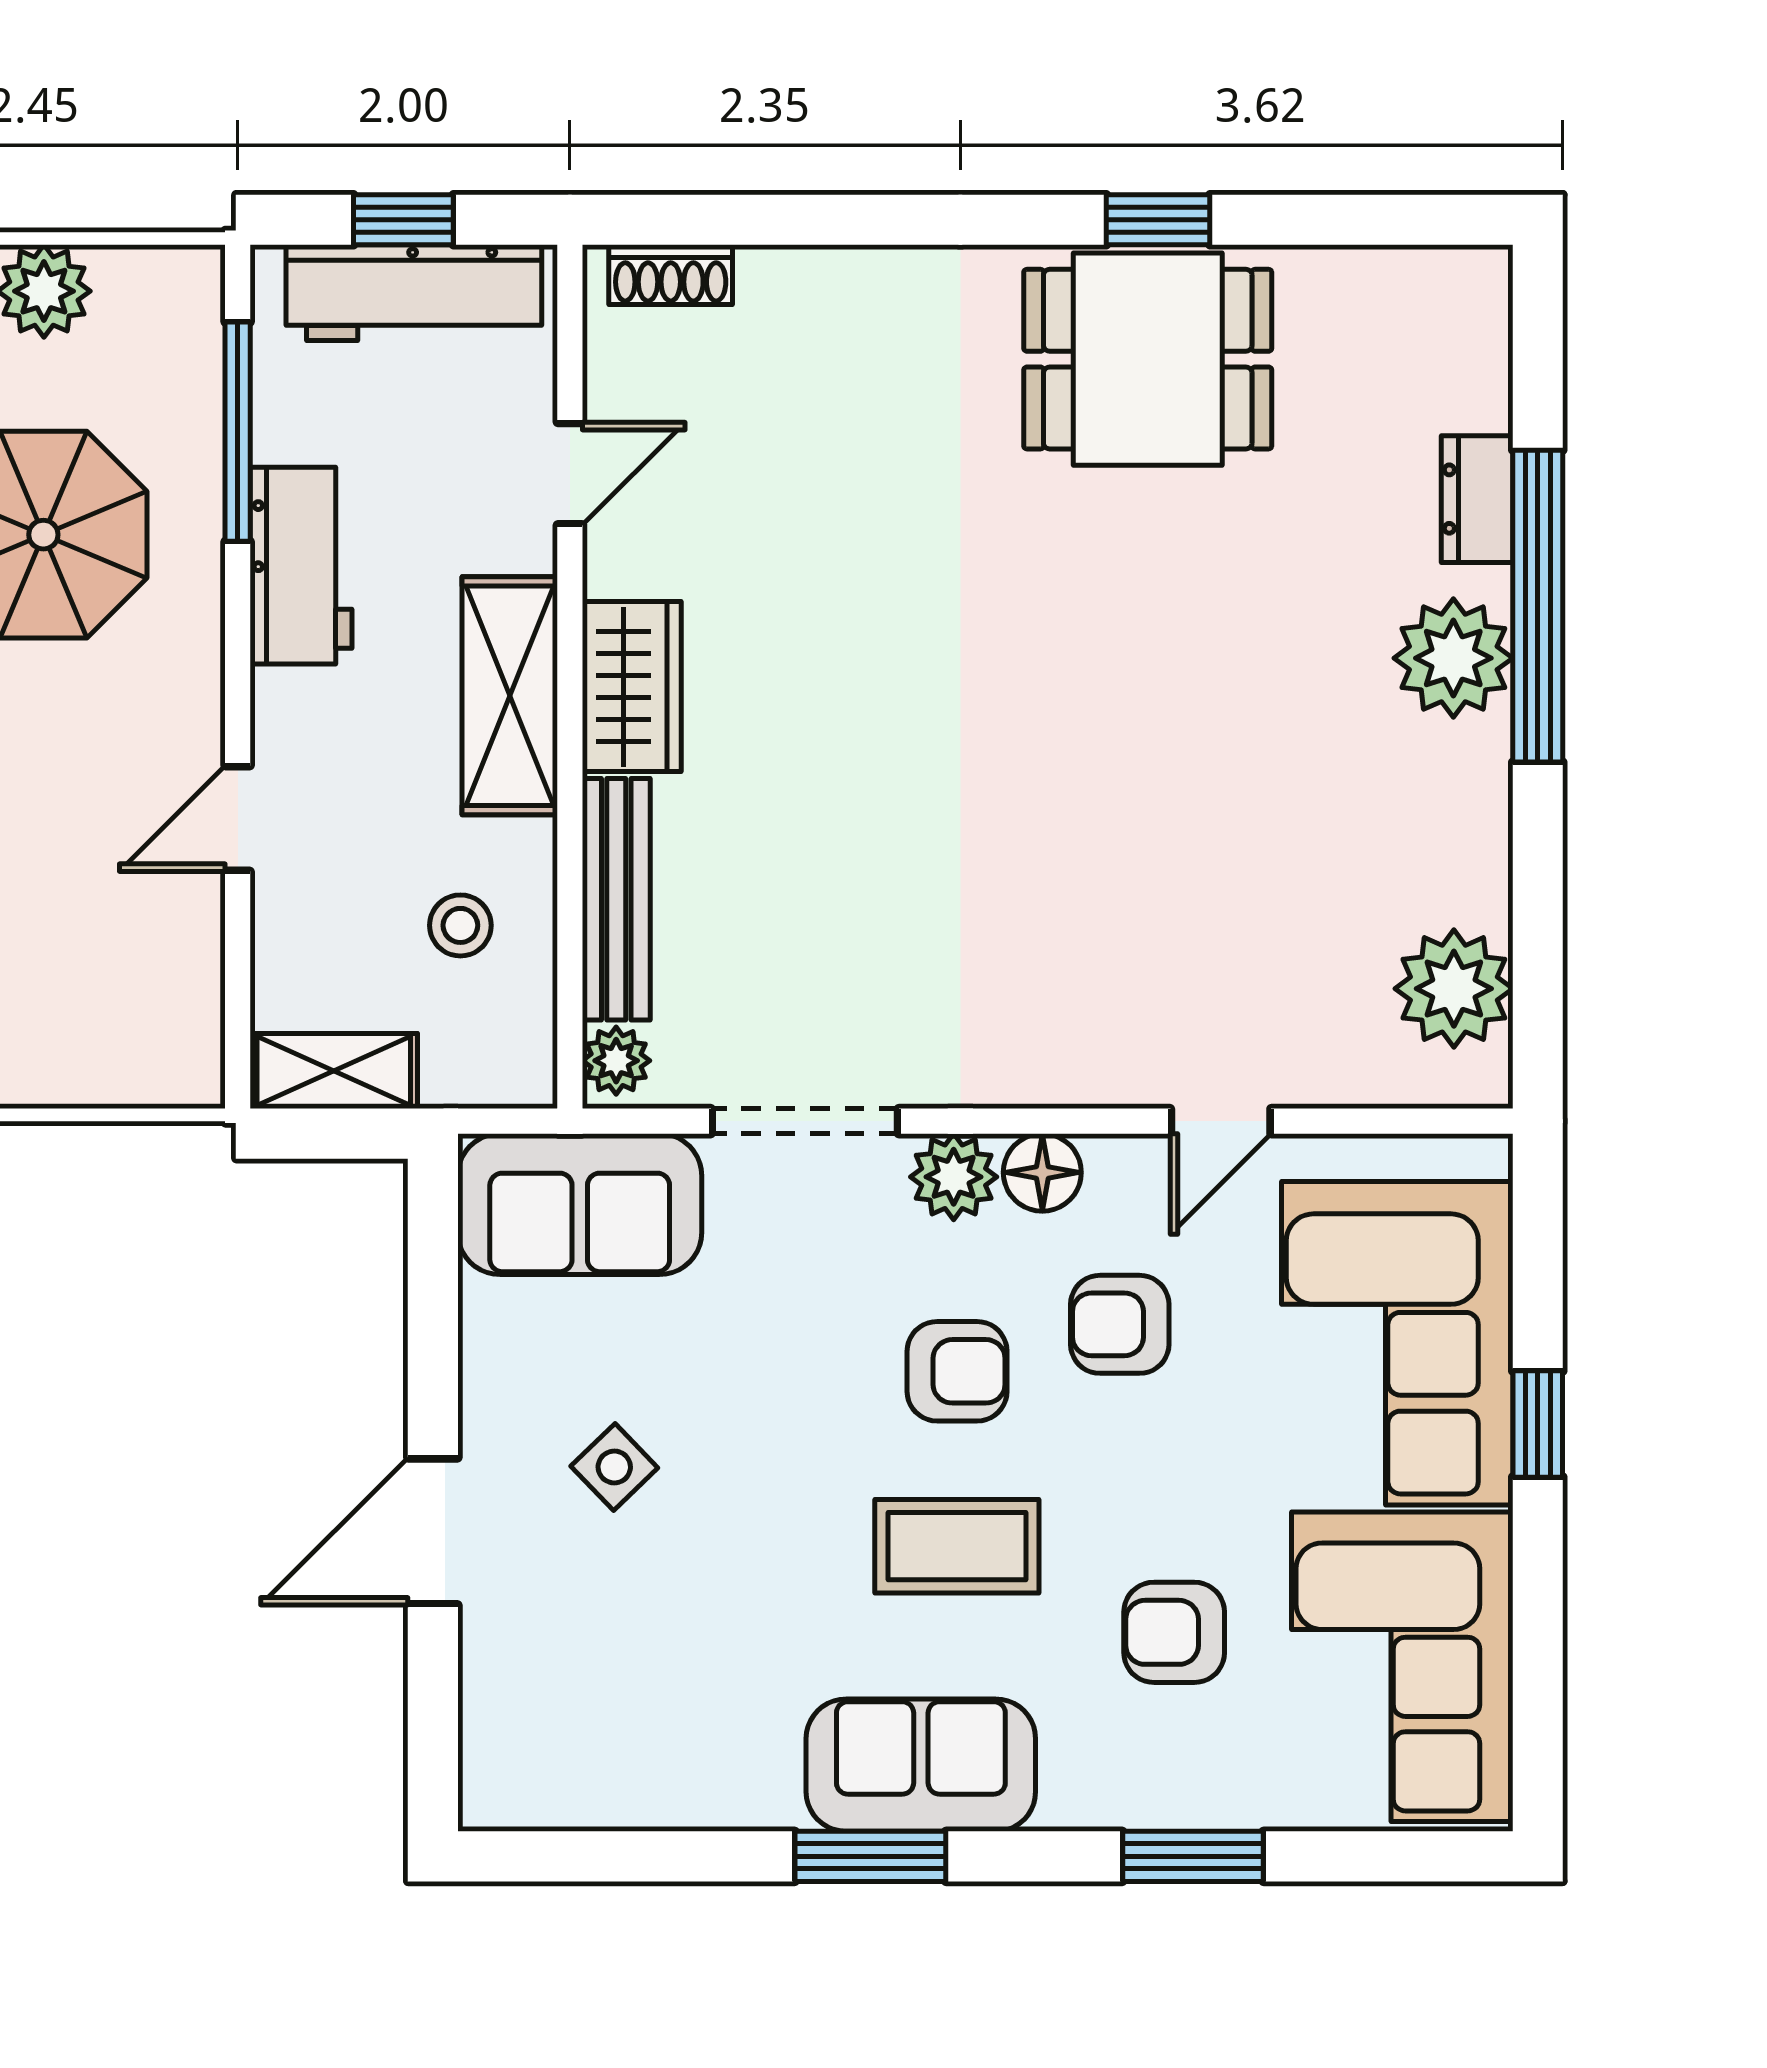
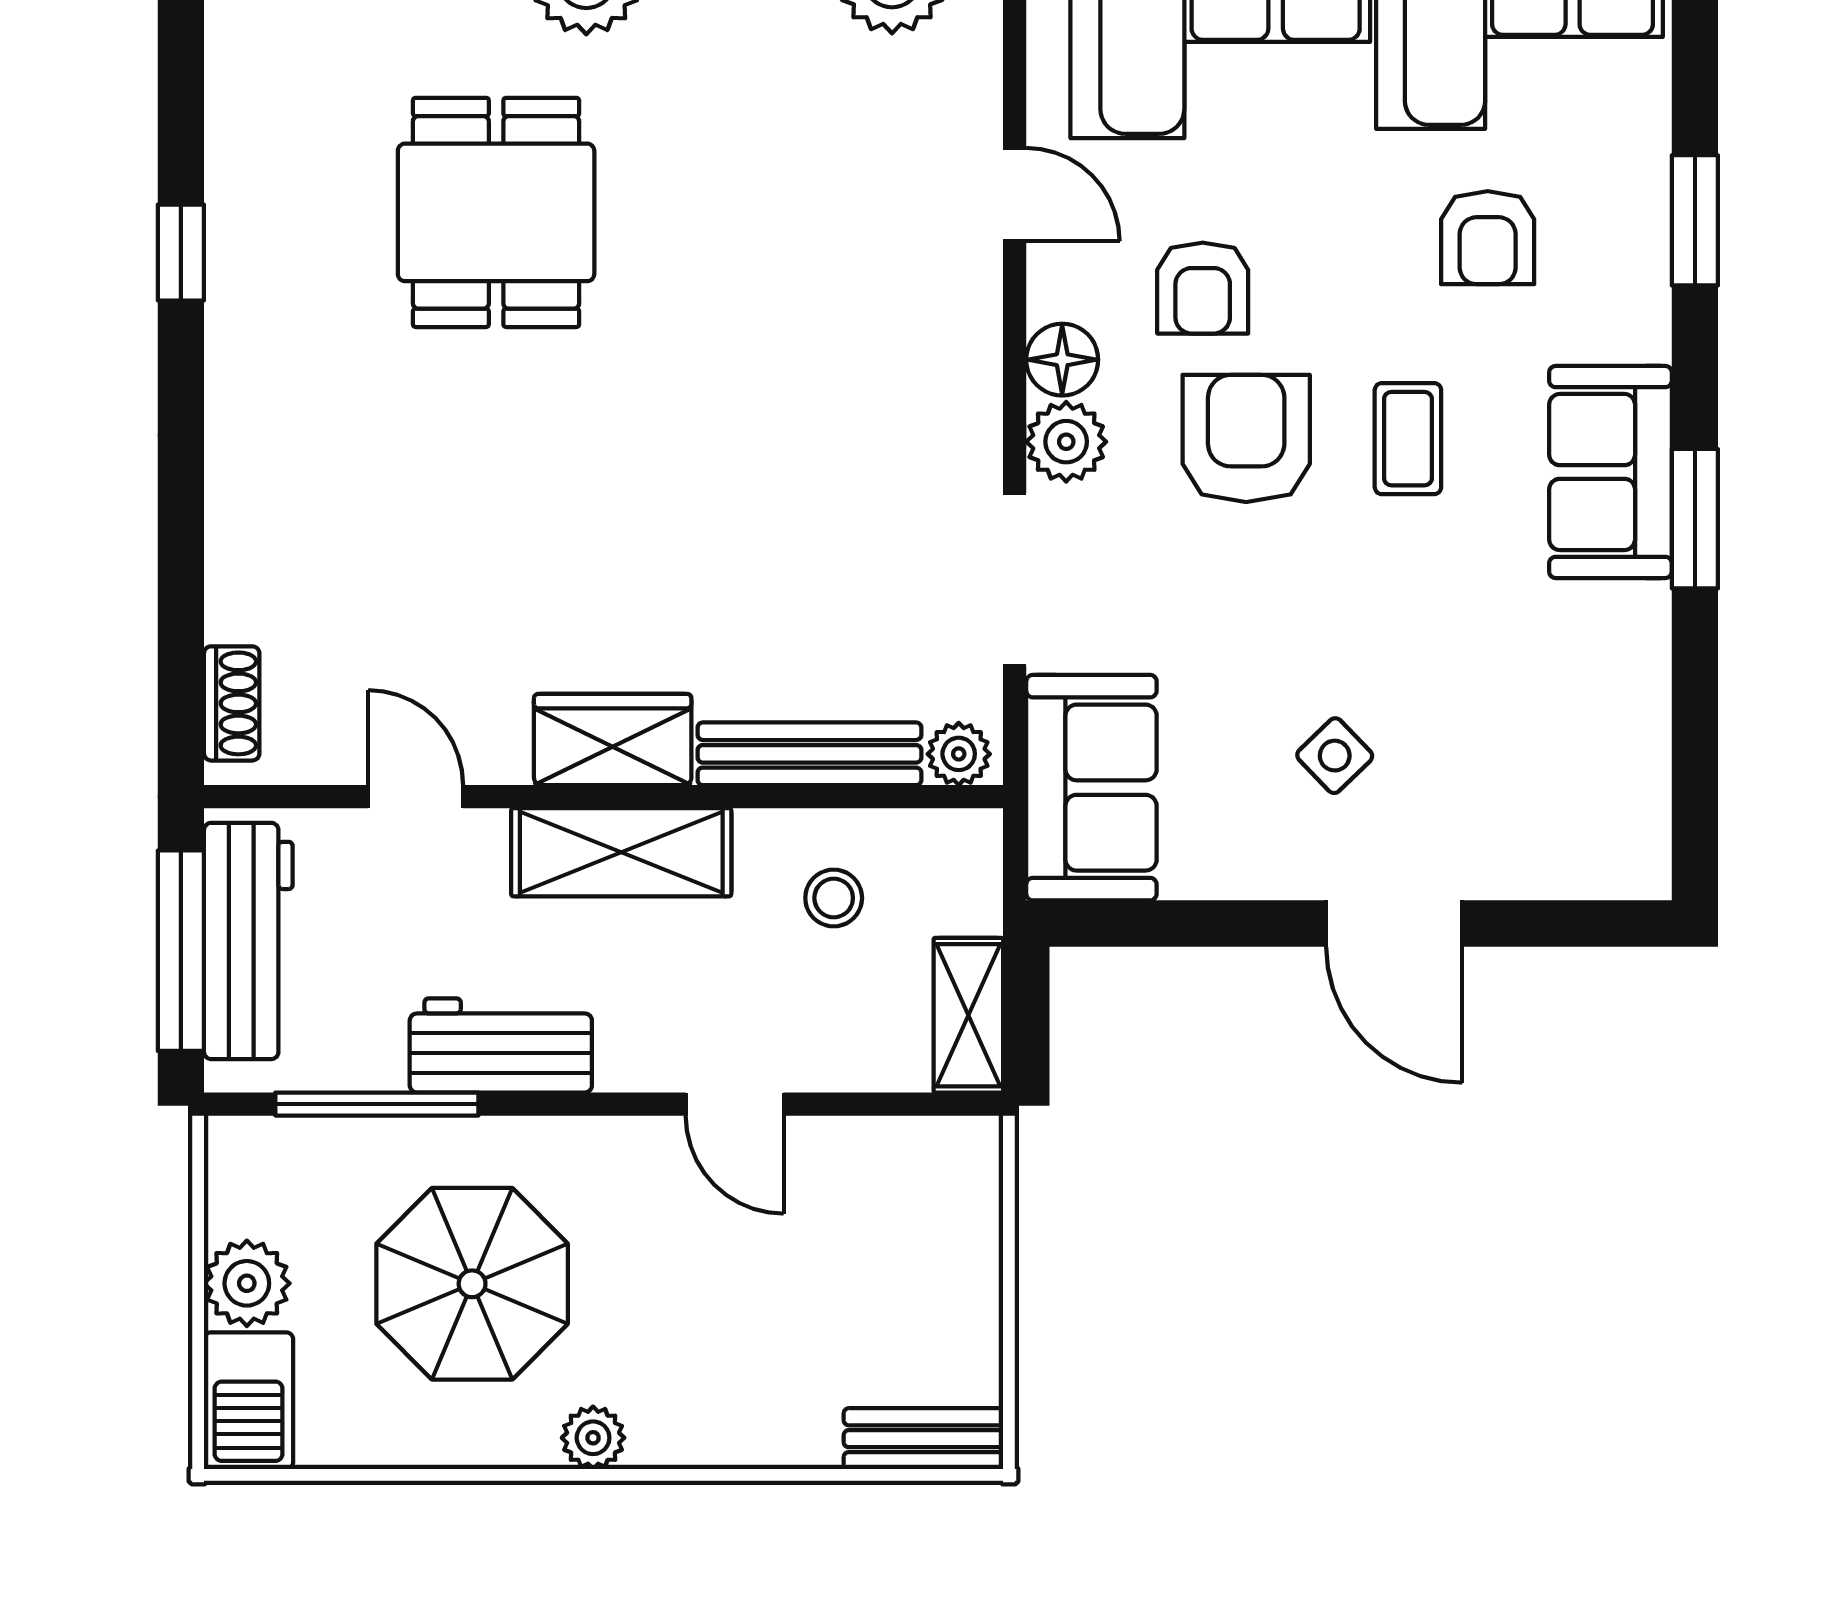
window: (403, 220) -> (181, 951), width x2.17
dining table: (1148, 359) -> (496, 212), moved
armchair: (957, 1371) -> (1246, 438), width x1.38, depth x1.38
coffee table: (957, 1546) -> (1408, 439), width x0.73, depth x0.77

